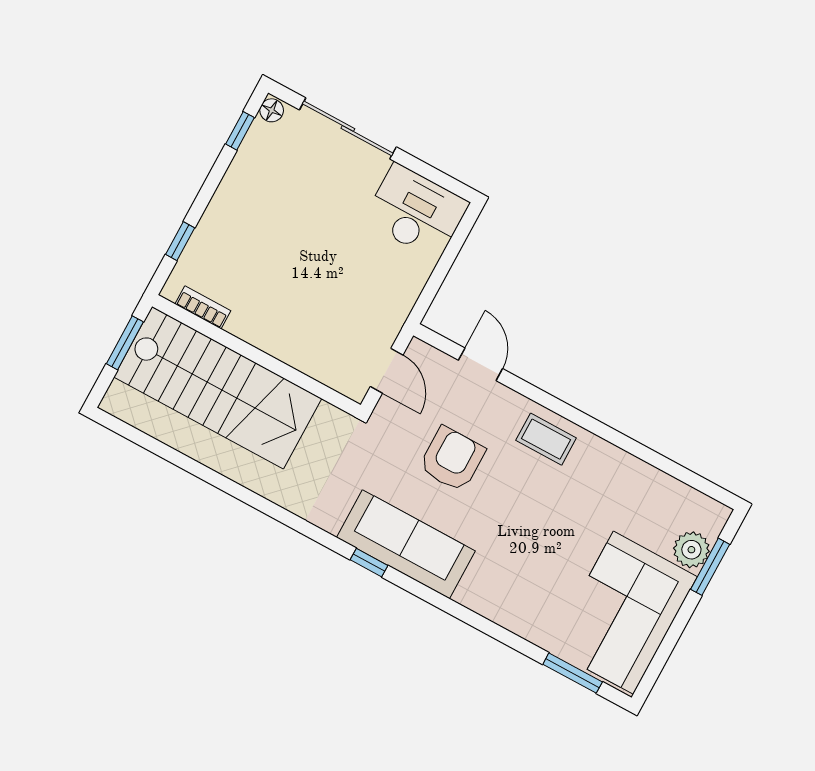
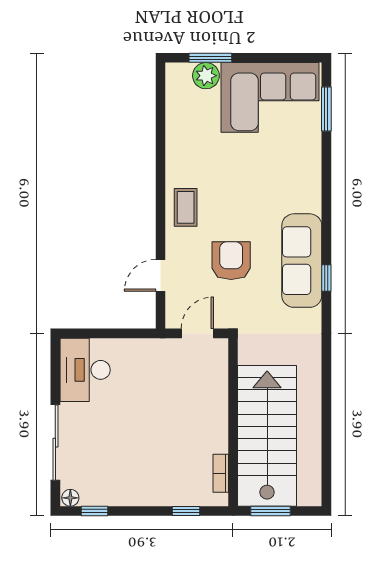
armchair: (452, 459) -> (231, 261), turned 90

